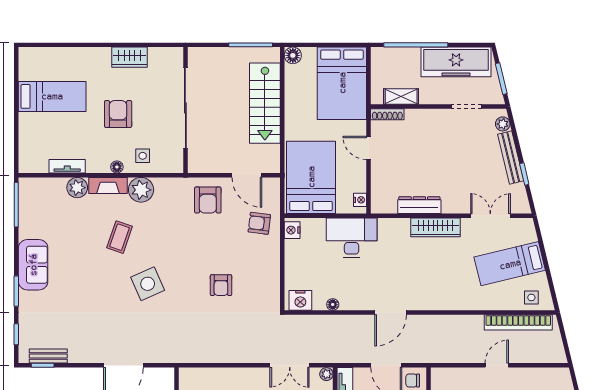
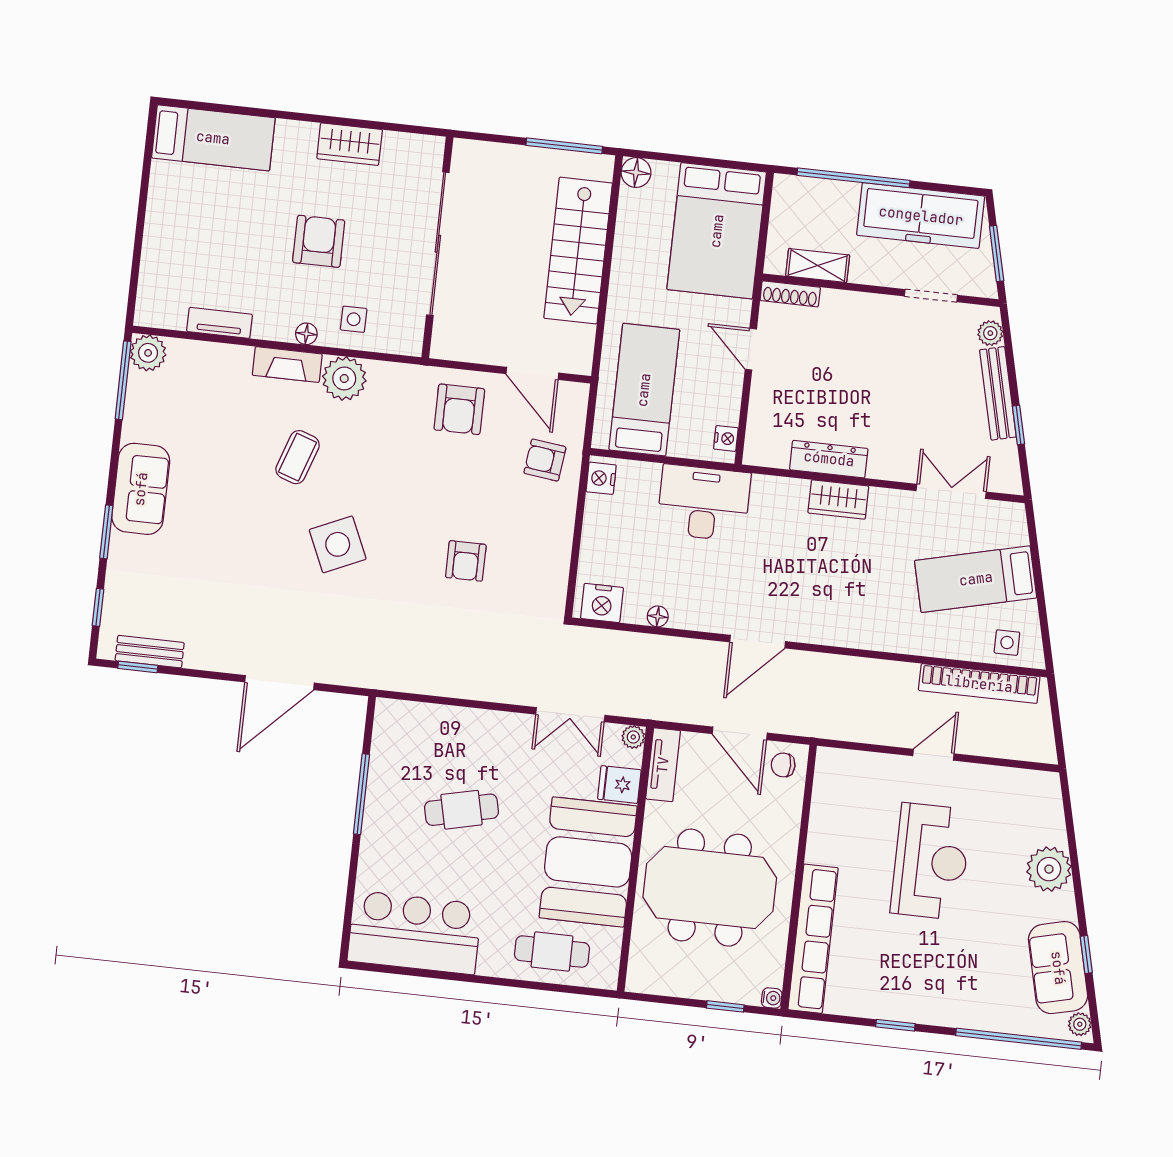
bed: (52, 96) -> (213, 138), moved
bed: (311, 177) -> (644, 390), width x0.67
plant: (77, 188) -> (148, 353), moved
wardrobe: (435, 227) -> (838, 500), width x0.67

